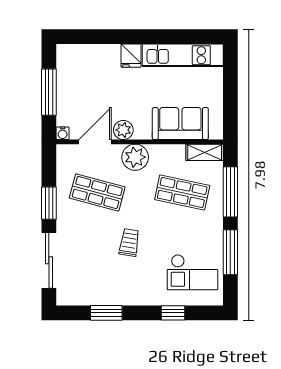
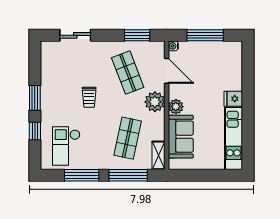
plant: (123, 130) -> (176, 107), moved
shop shelf: (97, 192) -> (128, 73), turned -36
window: (49, 203) -> (137, 35), moved
trolley: (129, 242) -> (89, 97), turned 81
sliding door: (49, 260) -> (75, 35), width x0.73
window: (106, 313) -> (35, 98), moved

